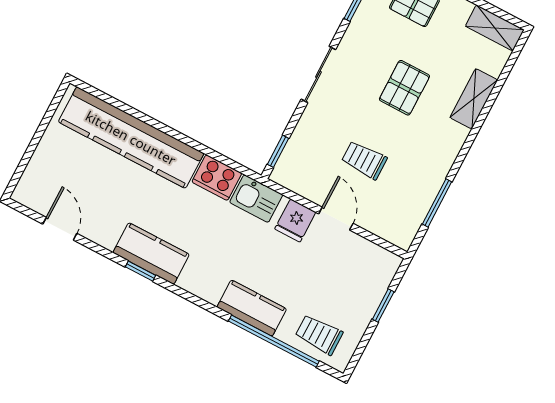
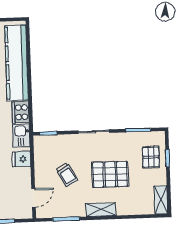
pallet: (404, 88) -> (110, 174), width x1.50, depth x1.42
shelving: (474, 99) -> (101, 210), moved
trolley: (364, 160) -> (67, 175), turned 150
door: (336, 219) -> (34, 198), moved

